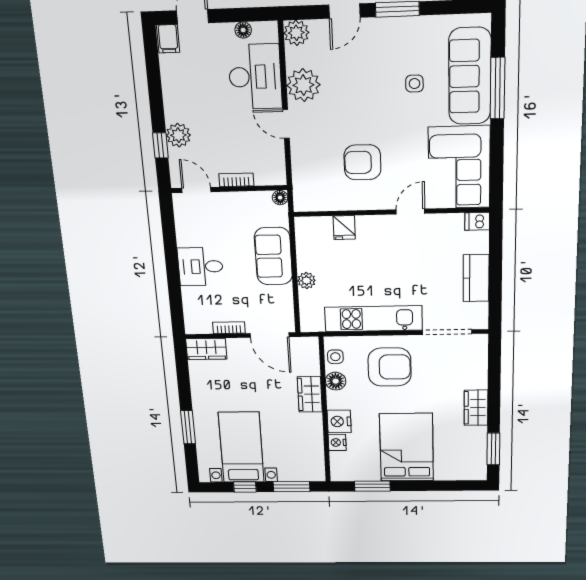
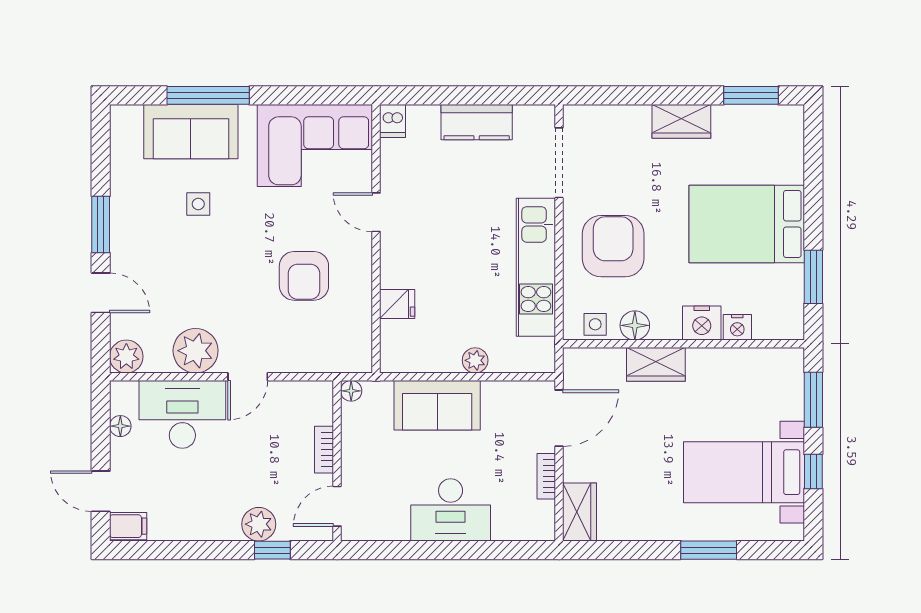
sofa: (470, 76) -> (191, 132), width x0.73
desk: (200, 267) -> (451, 510), width x1.37

